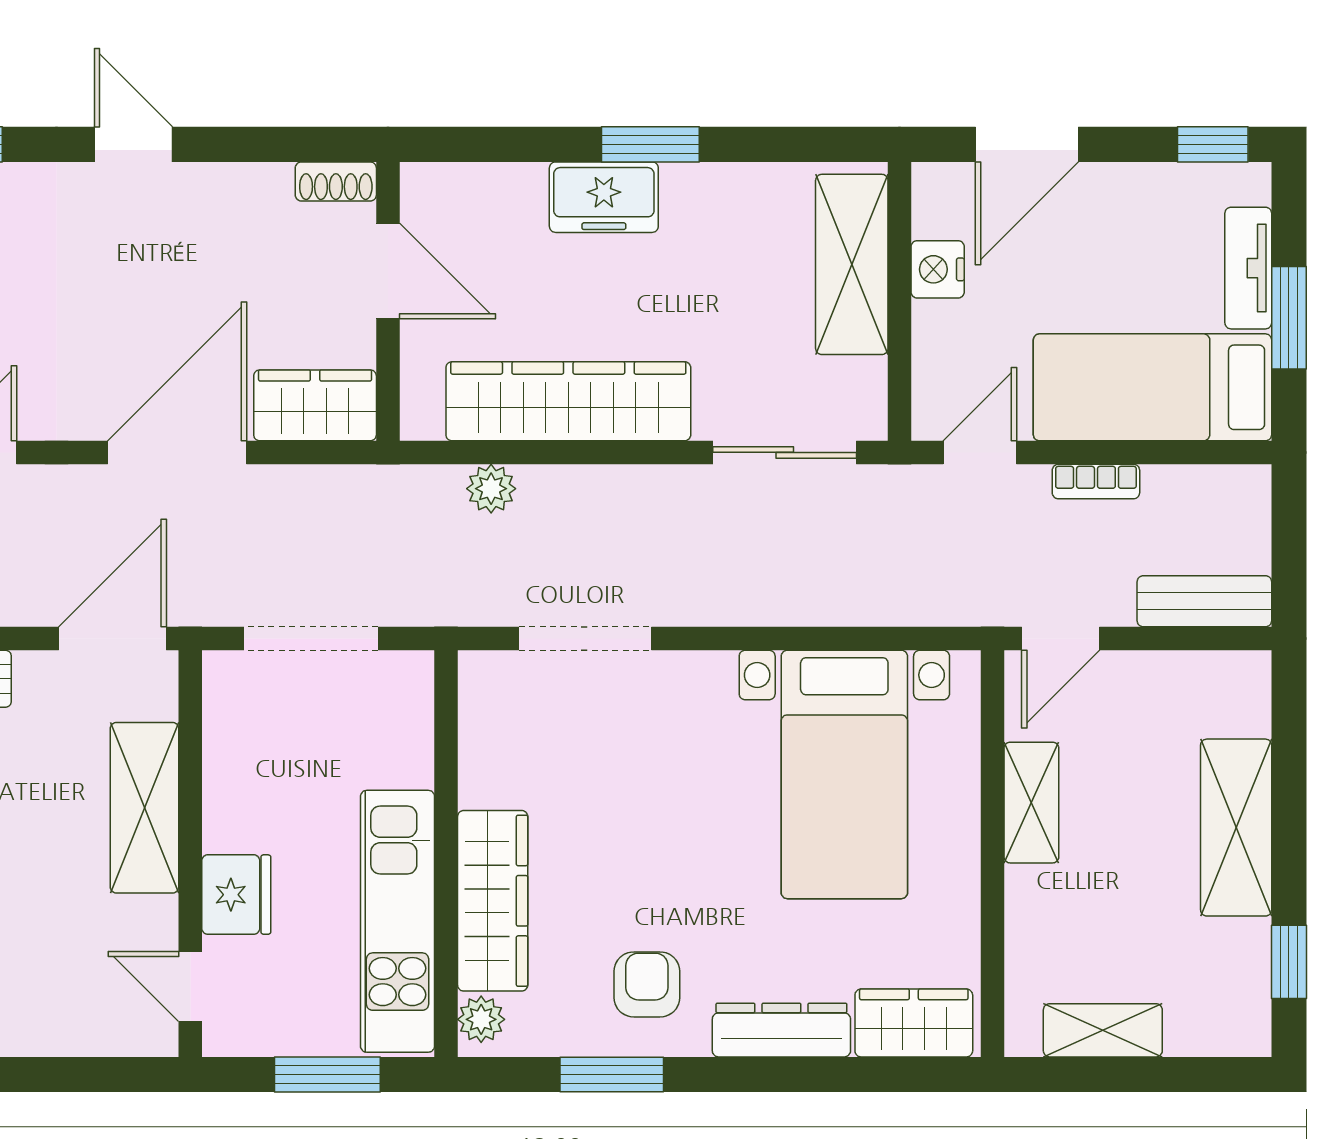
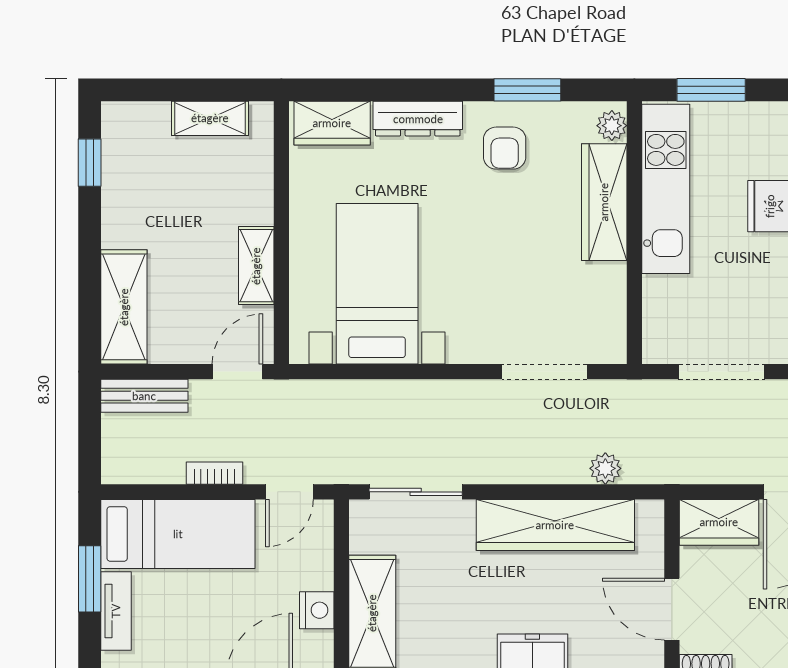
shelving: (1236, 828) -> (124, 307), moved

